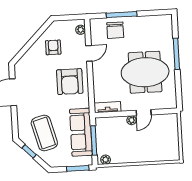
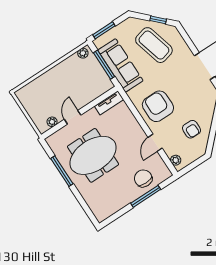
window: (176, 54) -> (62, 171), moved
plant: (132, 120) -> (52, 122), moved

